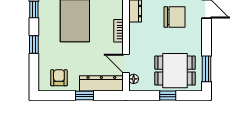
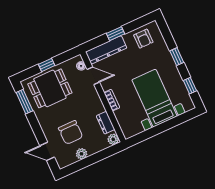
chair: (174, 17) -> (71, 132), turned -90

